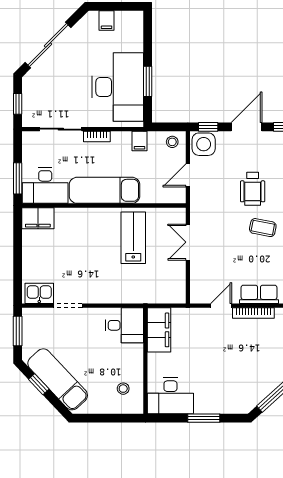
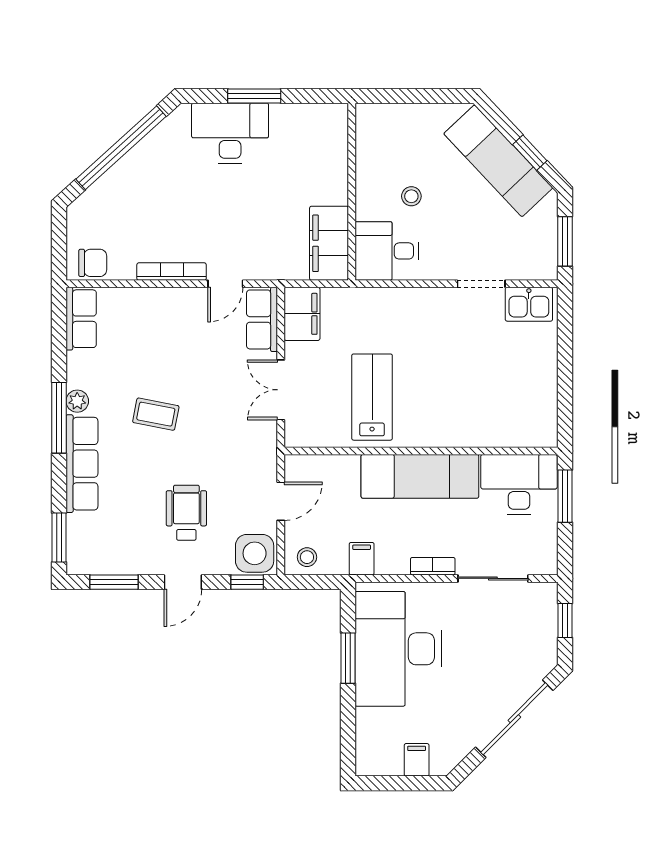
door: (247, 127) -> (183, 582), width x0.73
wheelchair: (253, 189) -> (186, 513), moved
filing cabinet: (38, 218) -> (302, 314), moved, turned 90
lab bench: (133, 238) -> (372, 397), turned 180
double door: (188, 242) -> (281, 390), swing flipped
row of seats: (259, 294) -> (262, 319), moved, turned 90
stool: (123, 389) -> (411, 196), moved
desk: (170, 396) -> (230, 133), moved

